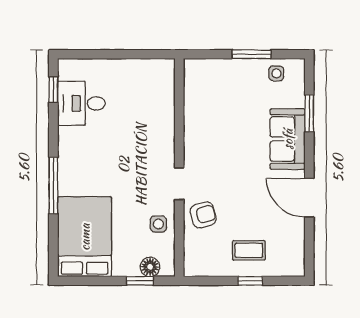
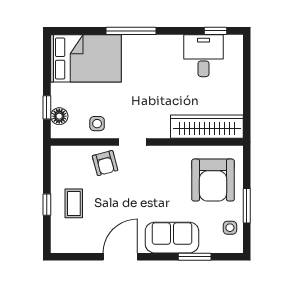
armchair: (222, 93) -> (213, 180), added
wardrobe: (162, 100) -> (207, 127), added

